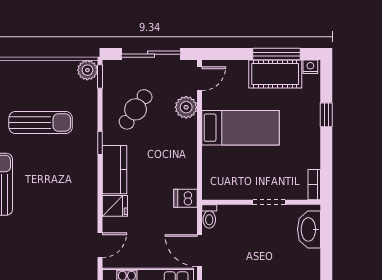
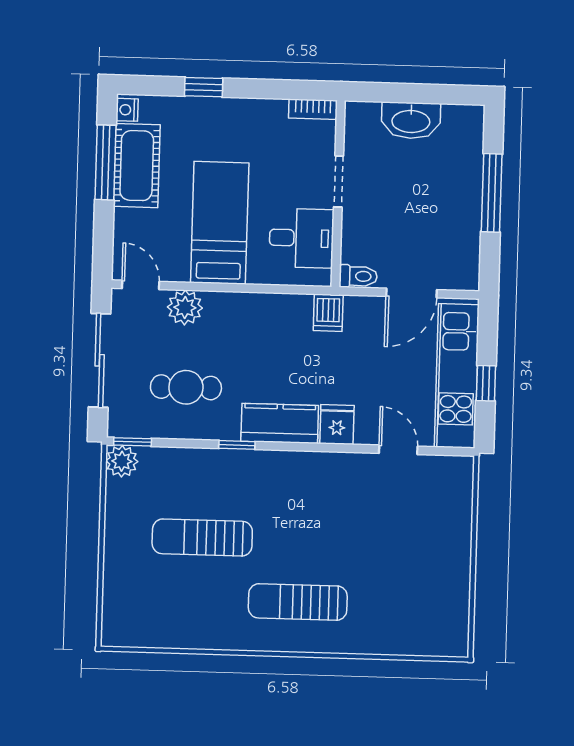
cafe table: (136, 109) -> (186, 387), turned -35
sun lounger: (41, 123) -> (202, 538), turned -90
desk: (232, 180) -> (301, 238), added
washbasin: (309, 229) -> (411, 120), moved

